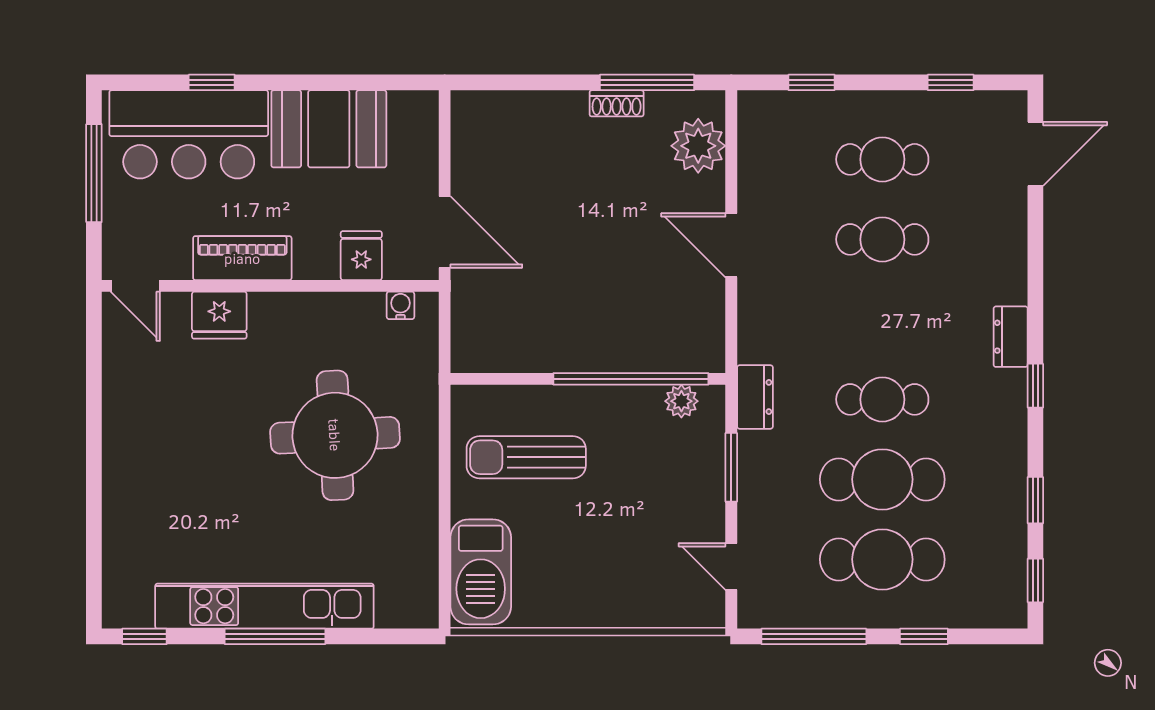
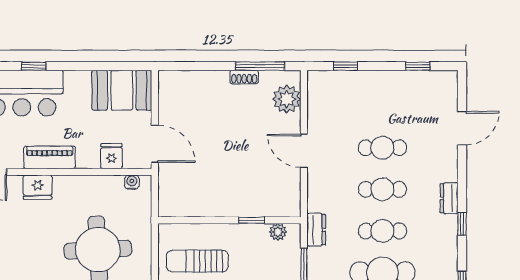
booth: (329, 129) -> (122, 90), moved
door: (1035, 154) -> (462, 128), moved
cafe table: (882, 159) -> (382, 189), moved
window: (631, 379) -> (252, 220), width x0.32

